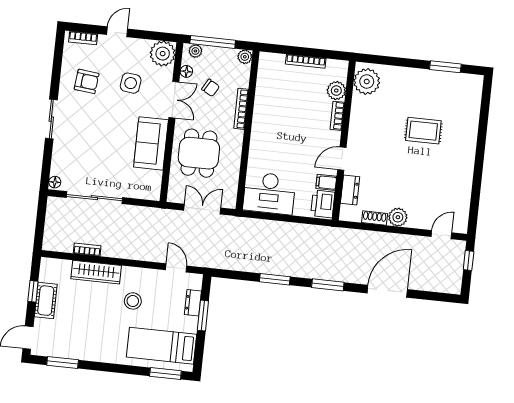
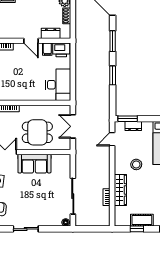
window: (203, 316) -> (128, 119), moved

